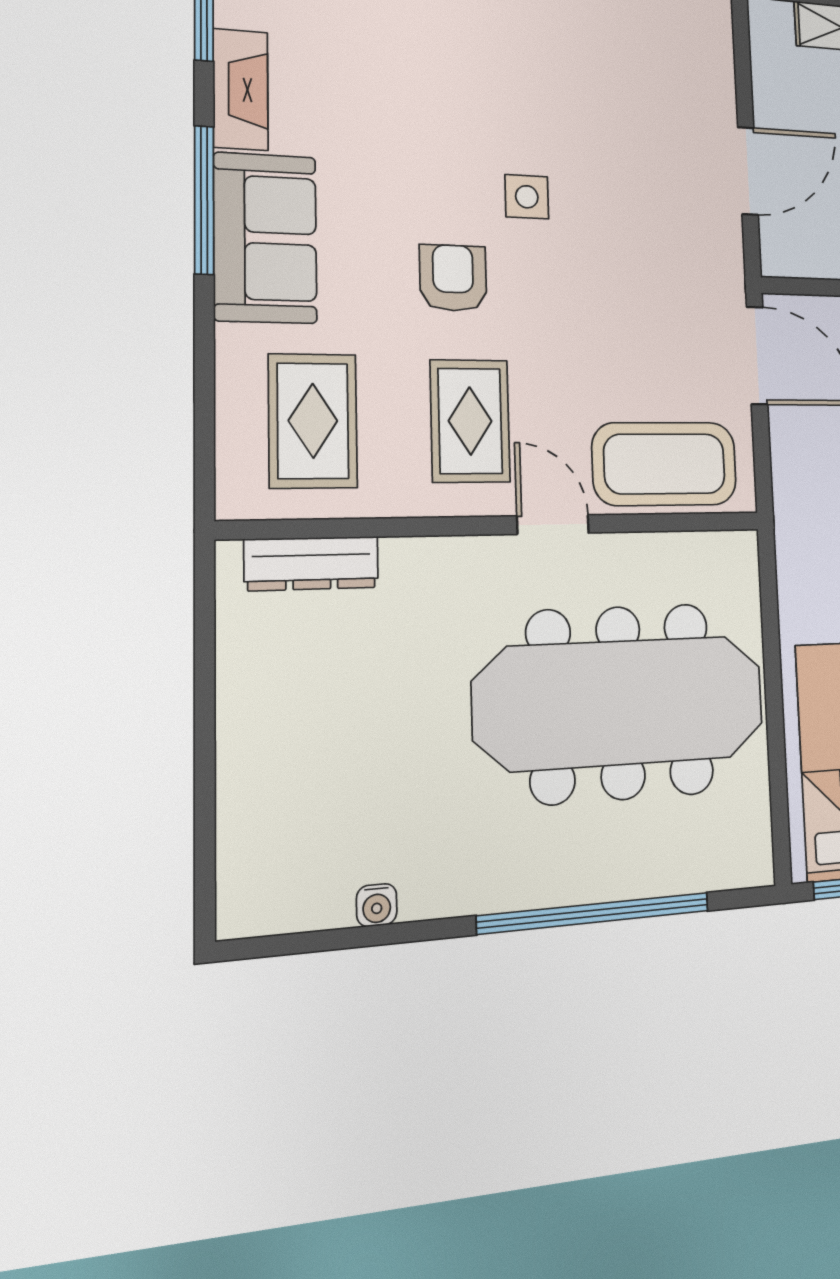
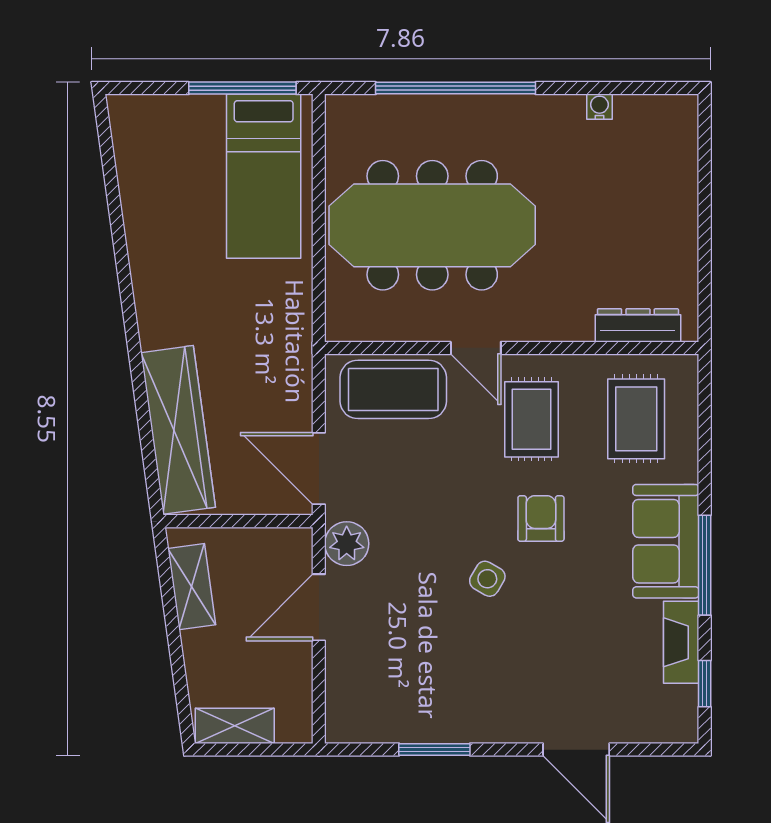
side table: (527, 197) -> (487, 579), turned 30
plant: (717, 253) -> (347, 544), added
armchair: (453, 278) -> (541, 518), turned 180

